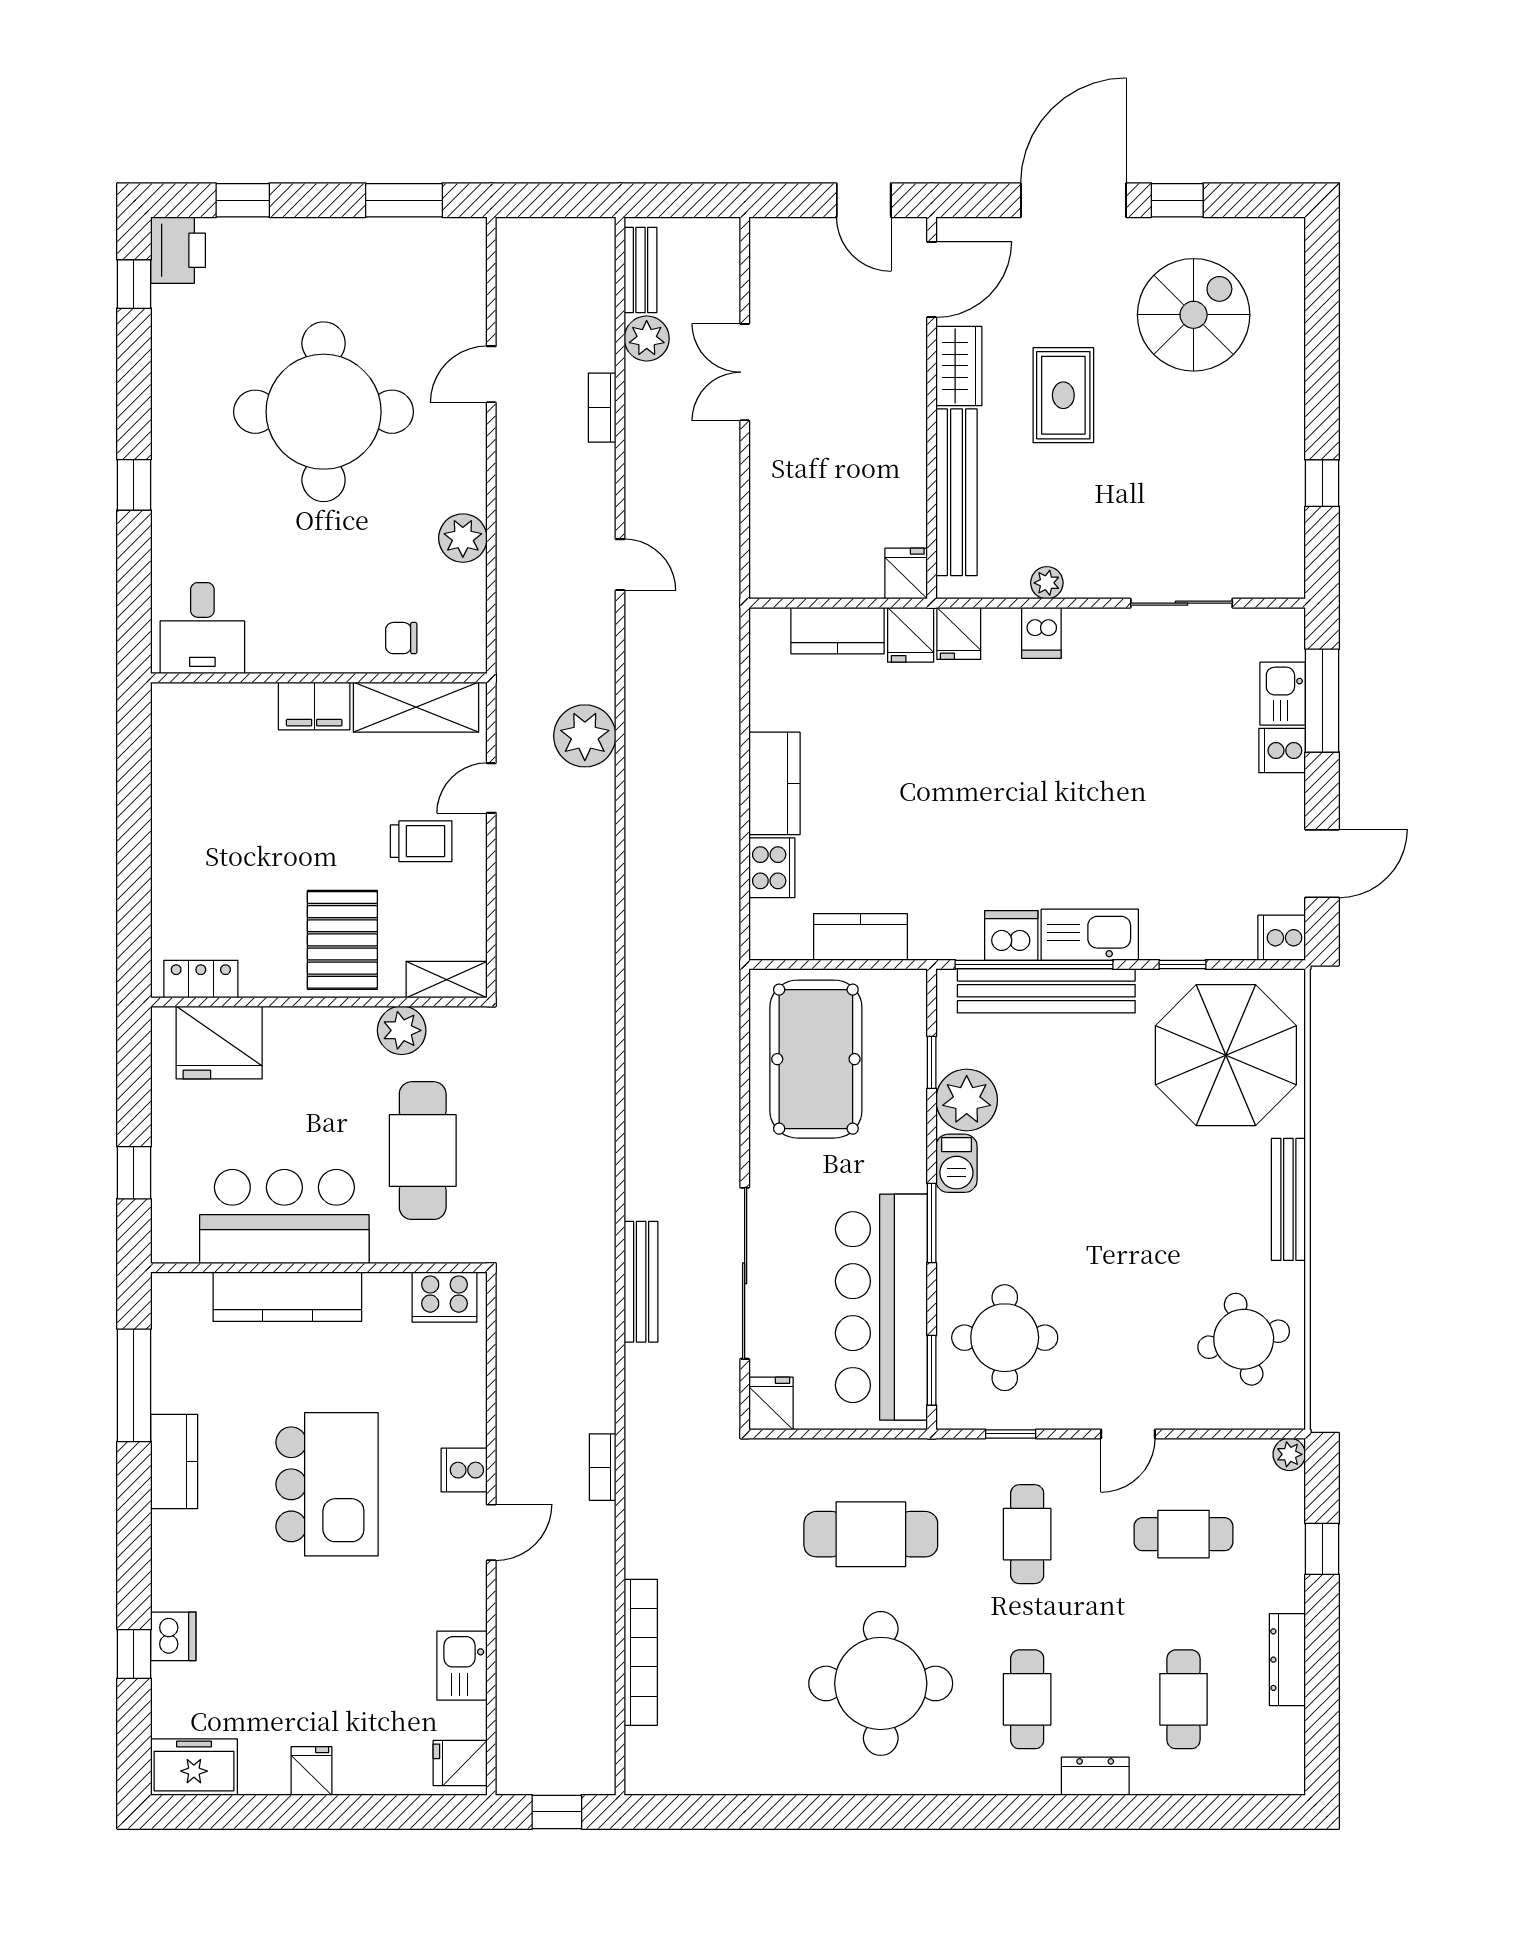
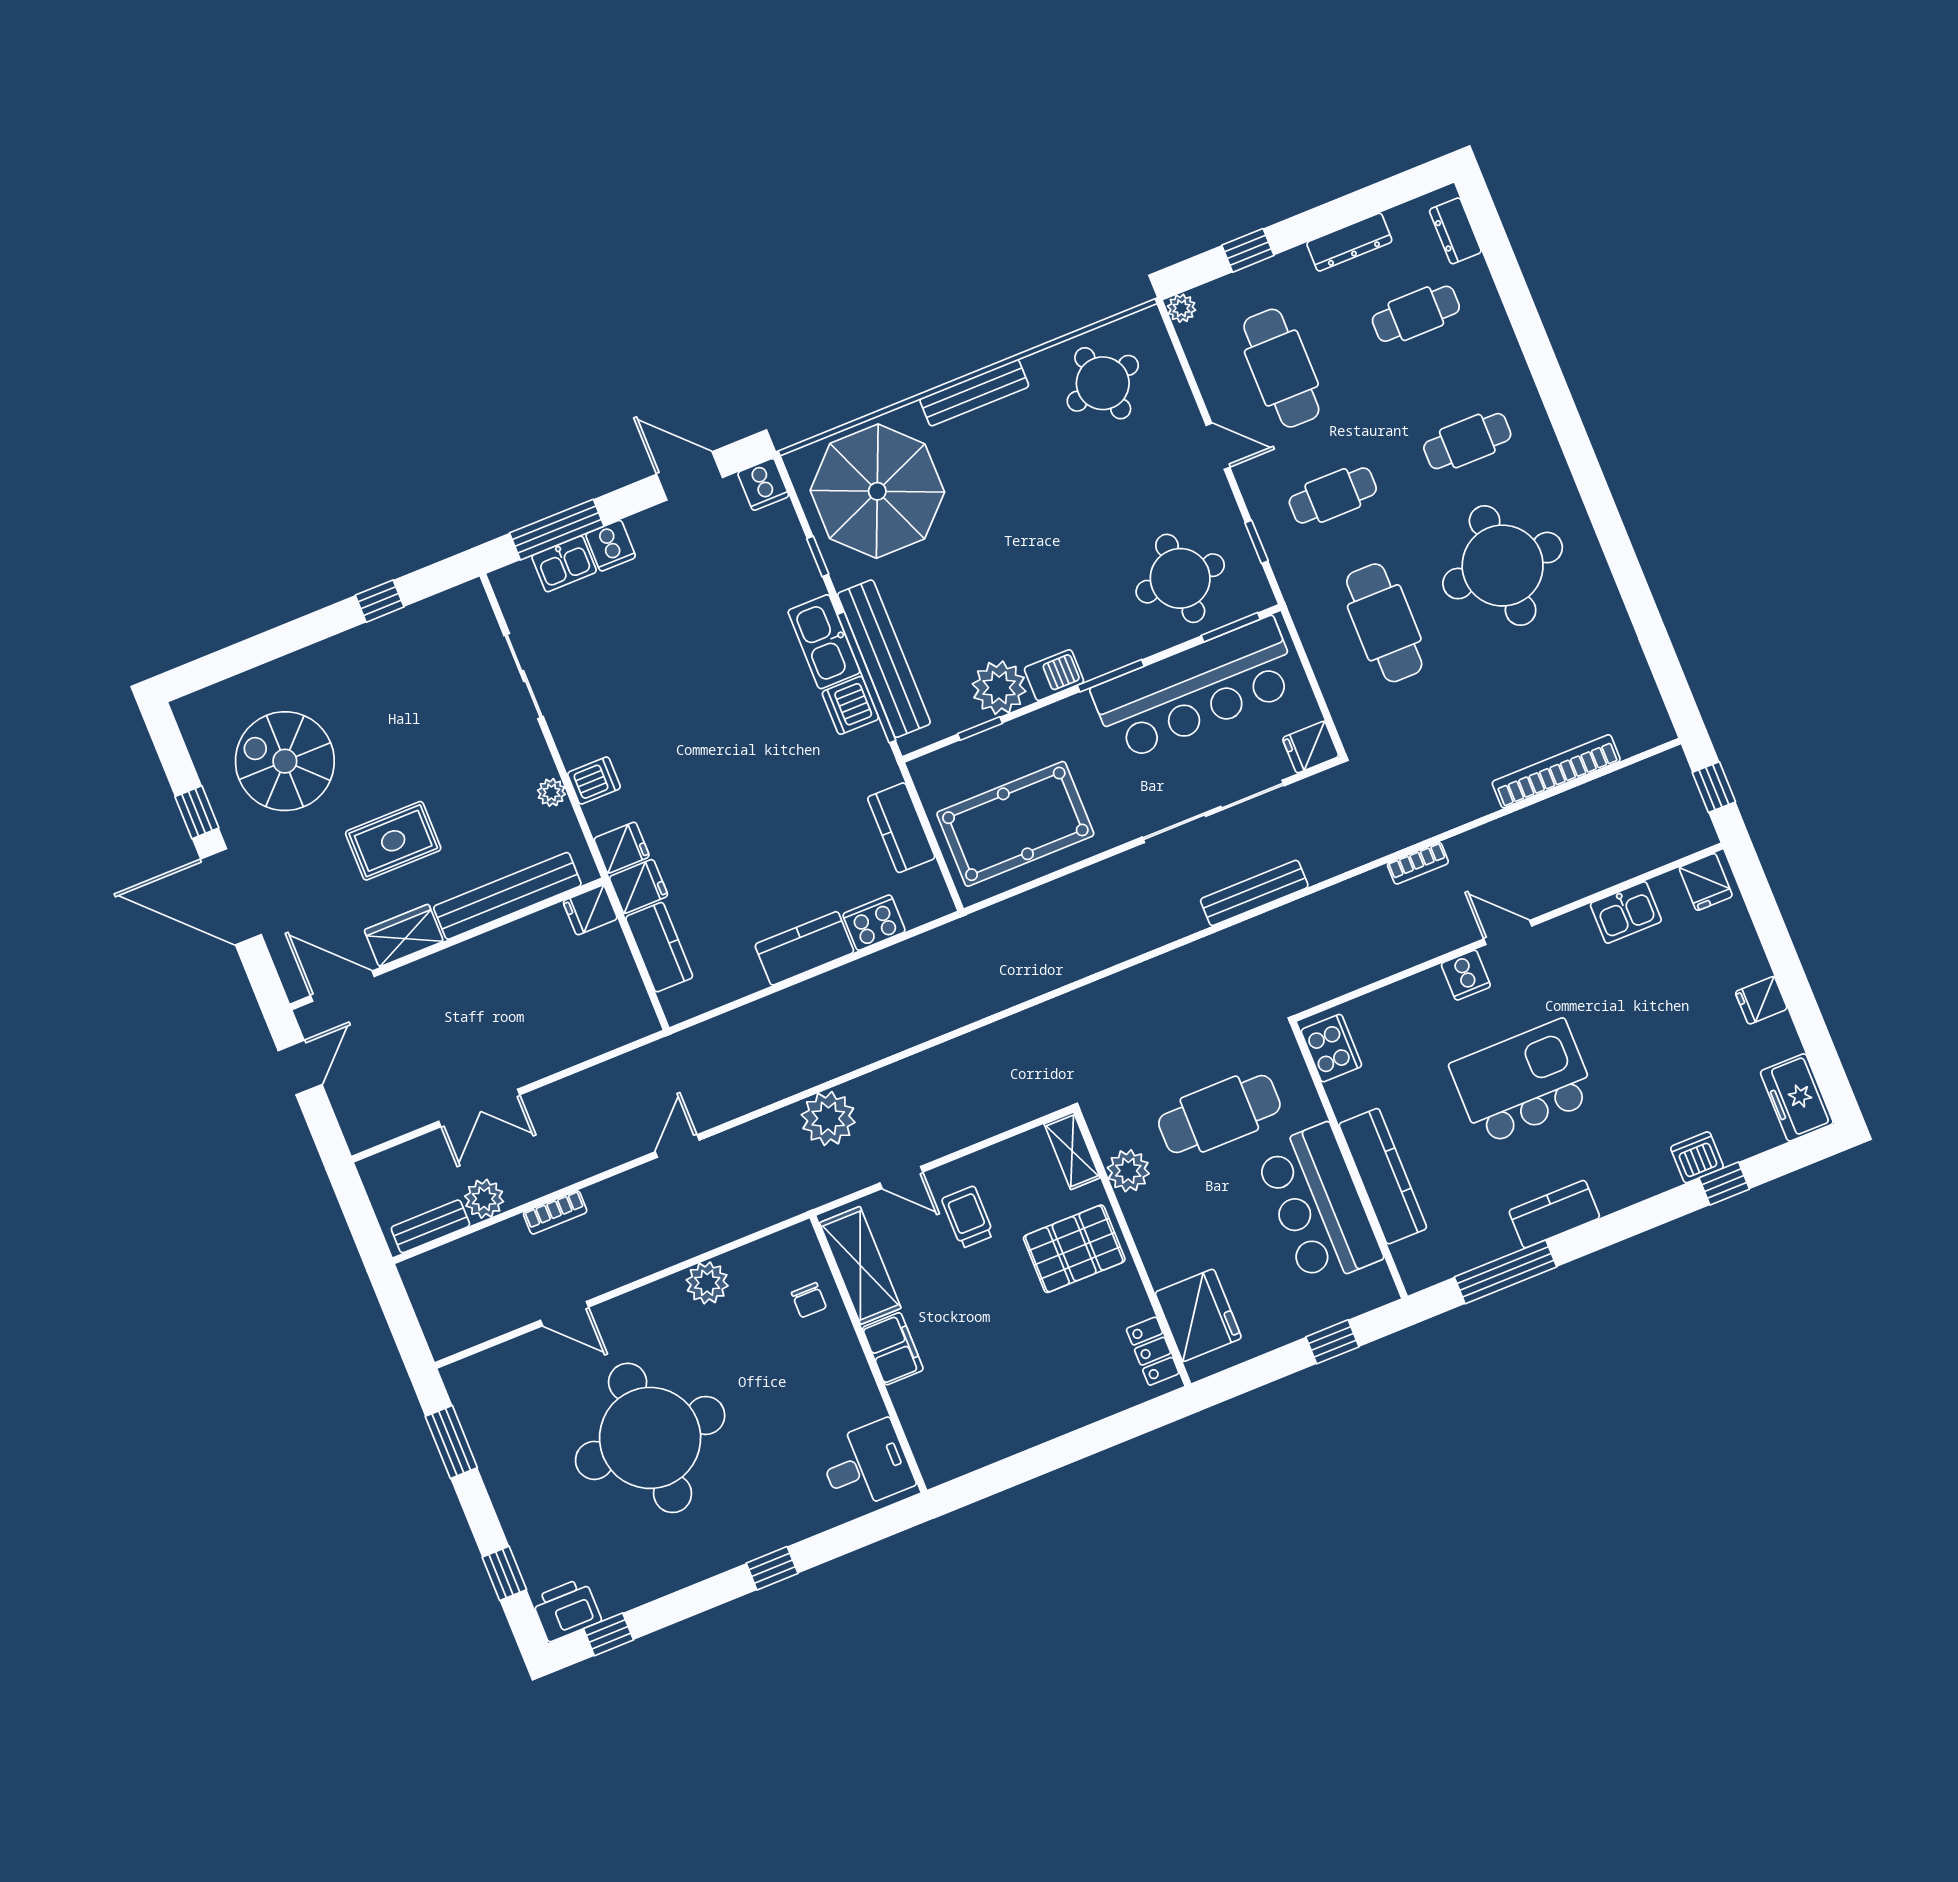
cafe table: (1183, 1534) -> (1281, 368), width x1.37, depth x1.35
dresser: (1095, 1776) -> (1455, 231), moved

